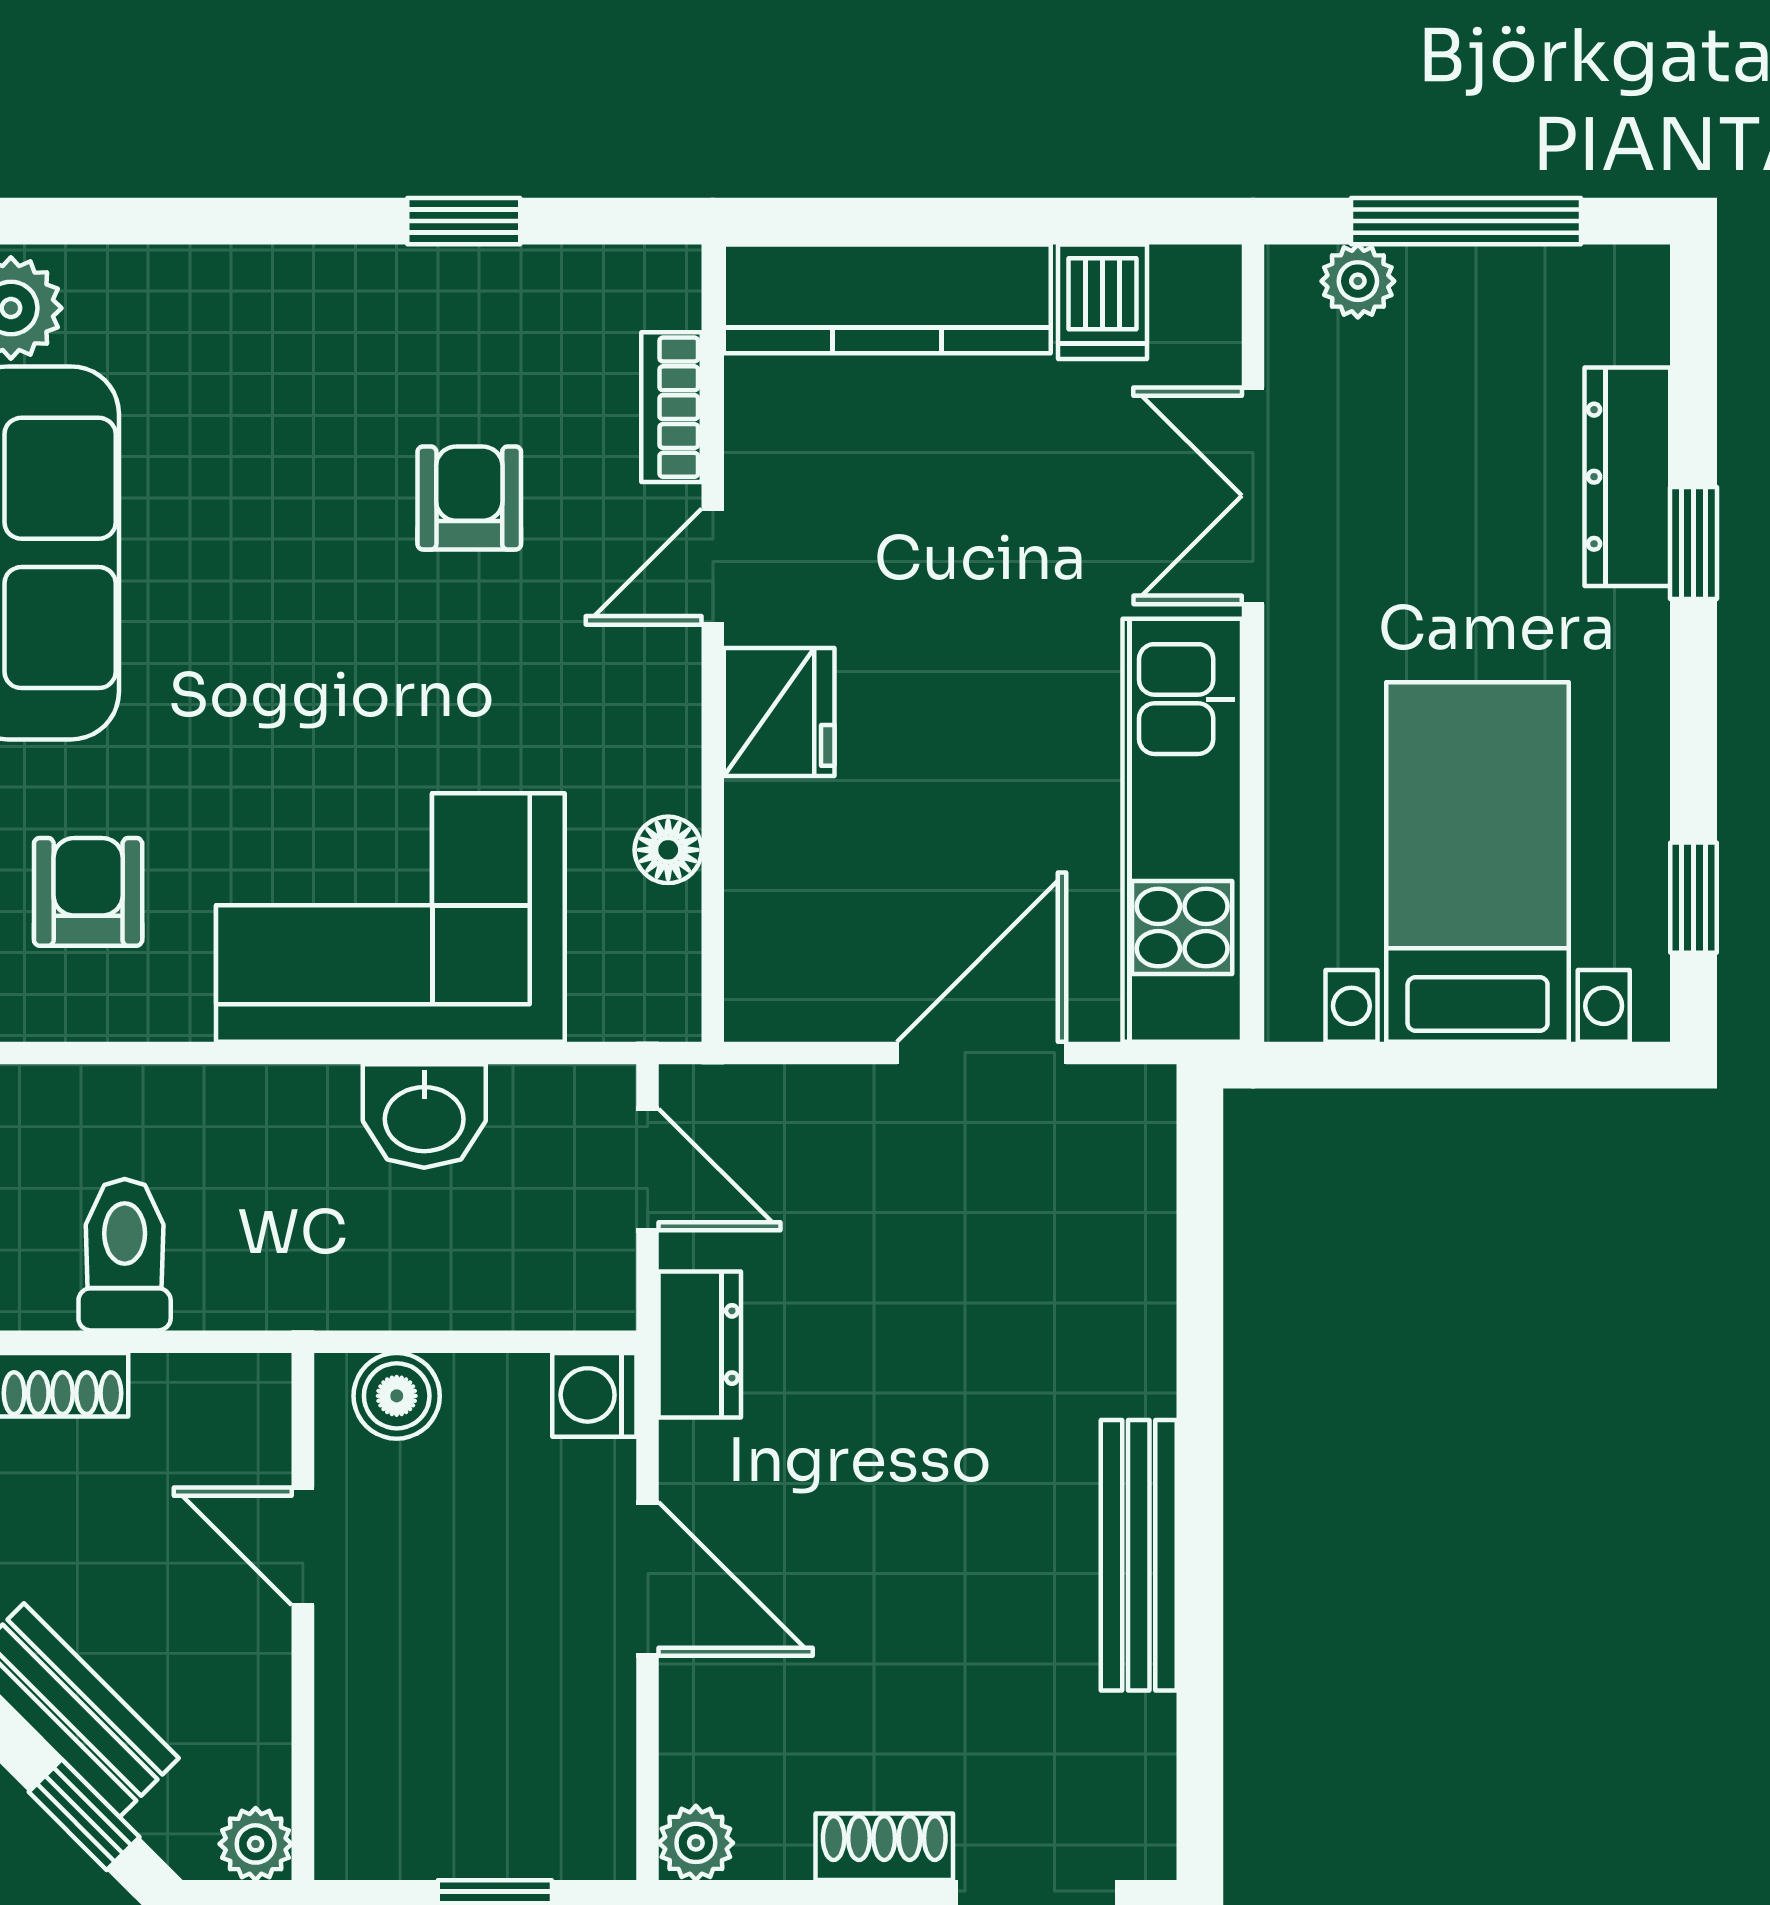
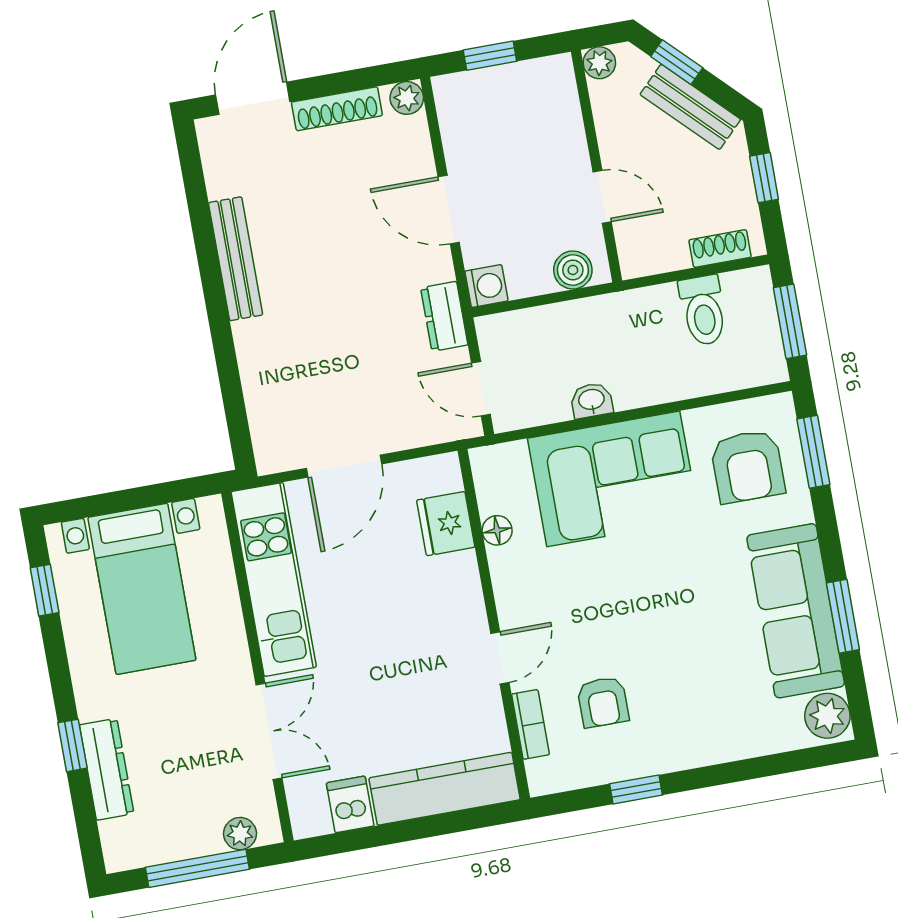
armchair: (469, 498) -> (603, 702), moved
fridge: (779, 712) -> (446, 524), moved
armchair: (88, 892) -> (748, 466), width x1.38, depth x1.38
washbasin: (424, 1116) -> (592, 400), width x0.72, depth x0.69
shoe rack: (884, 1847) -> (337, 109), width x1.43

